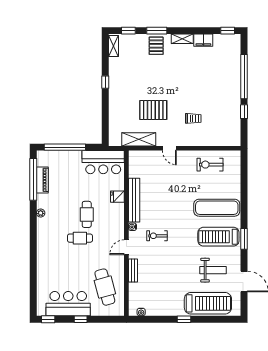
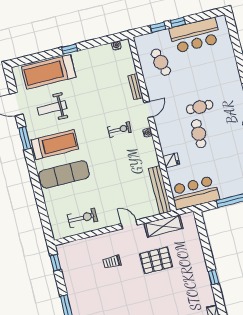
window: (244, 112) -> (56, 263), moved
bench: (134, 200) -> (160, 190), moved
window: (244, 239) -> (25, 138), moved
cafe table: (105, 287) -> (161, 62), width x0.73, depth x0.74
window: (48, 319) -> (158, 27), moved

